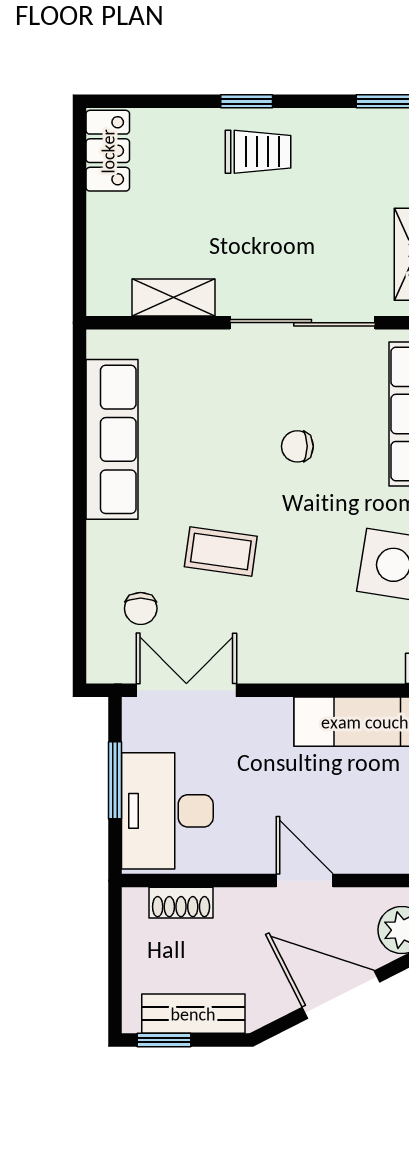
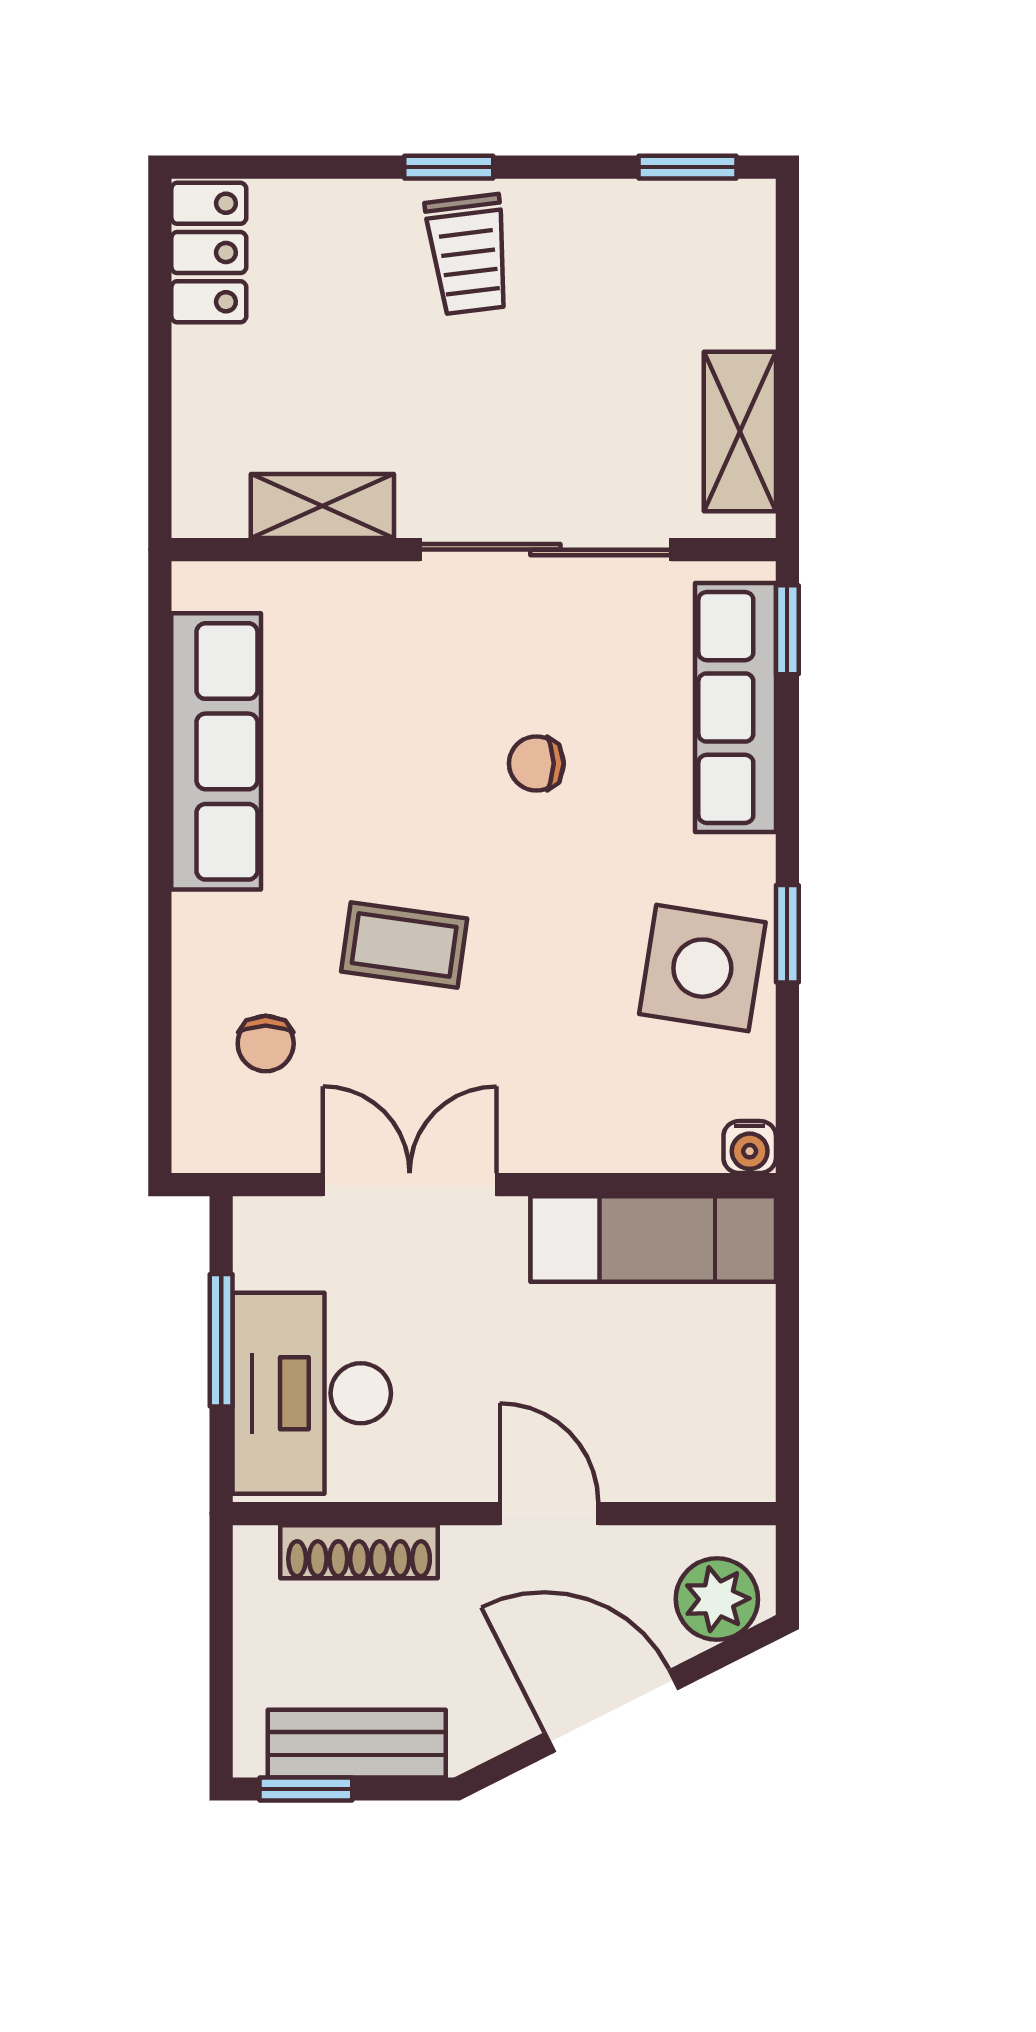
trolley: (258, 152) -> (468, 254), turned 83
double door: (186, 690) -> (410, 1185), moved
shoe rack: (181, 903) -> (359, 1552), width x1.43

